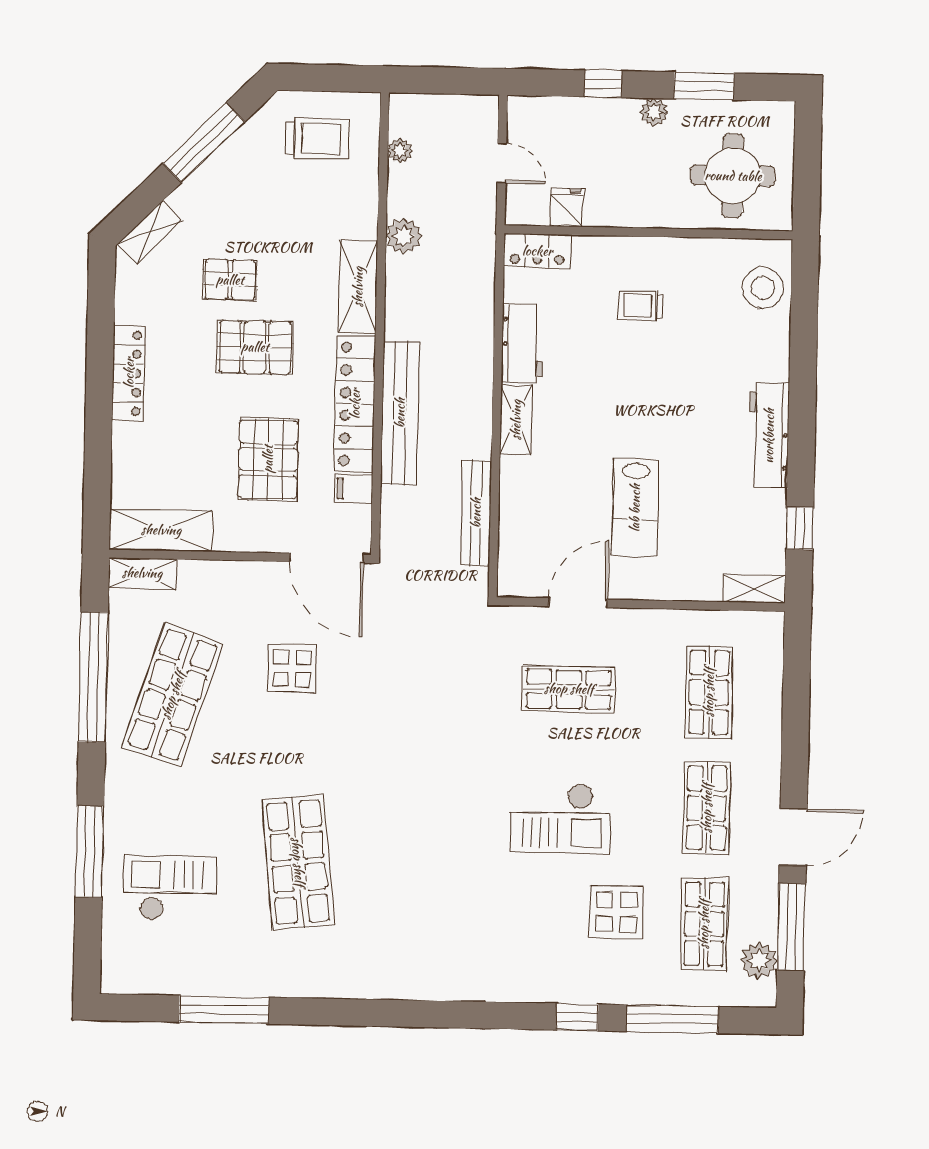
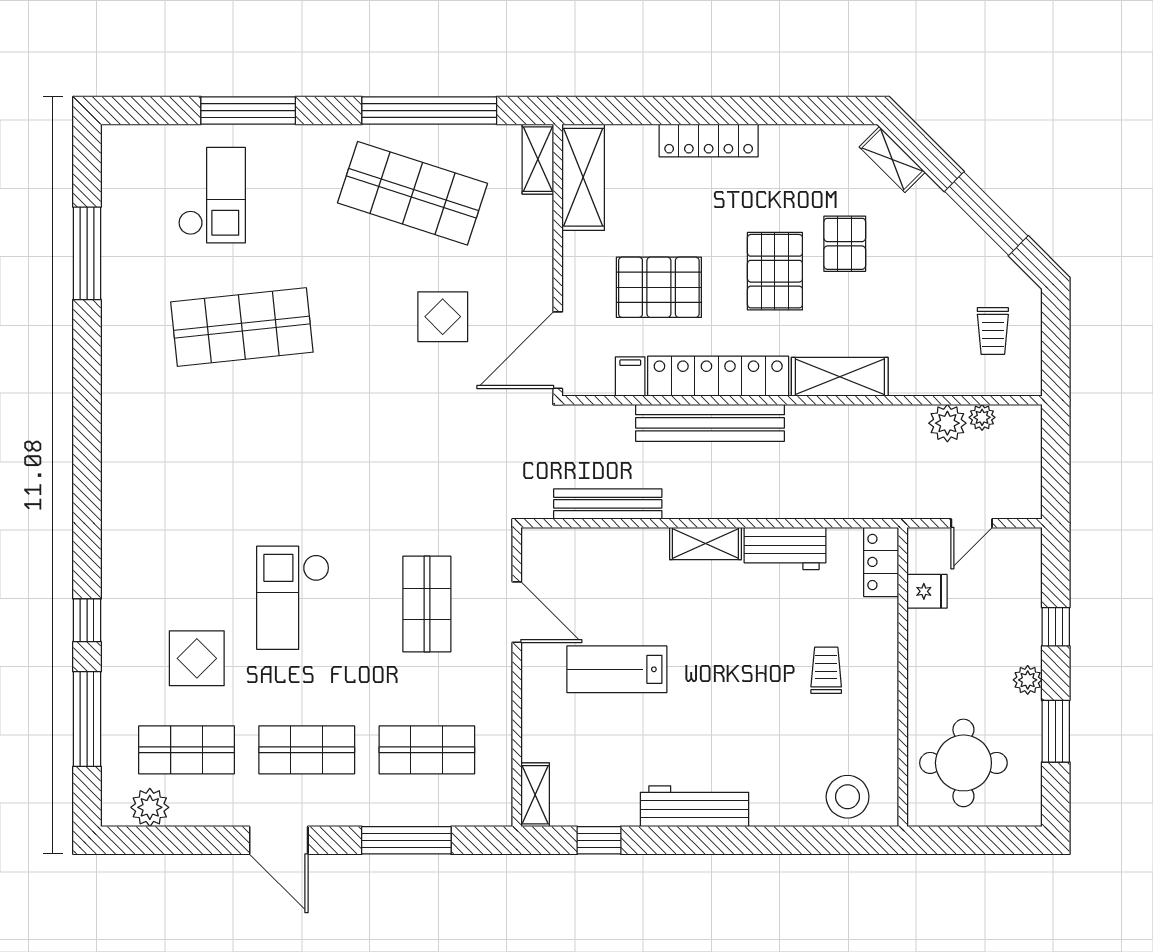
trolley: (317, 139) -> (993, 331), width x0.73, depth x0.72
plant: (404, 236) -> (947, 423), moved
locker: (129, 373) -> (709, 141), moved
window: (791, 927) -> (406, 840), moved

